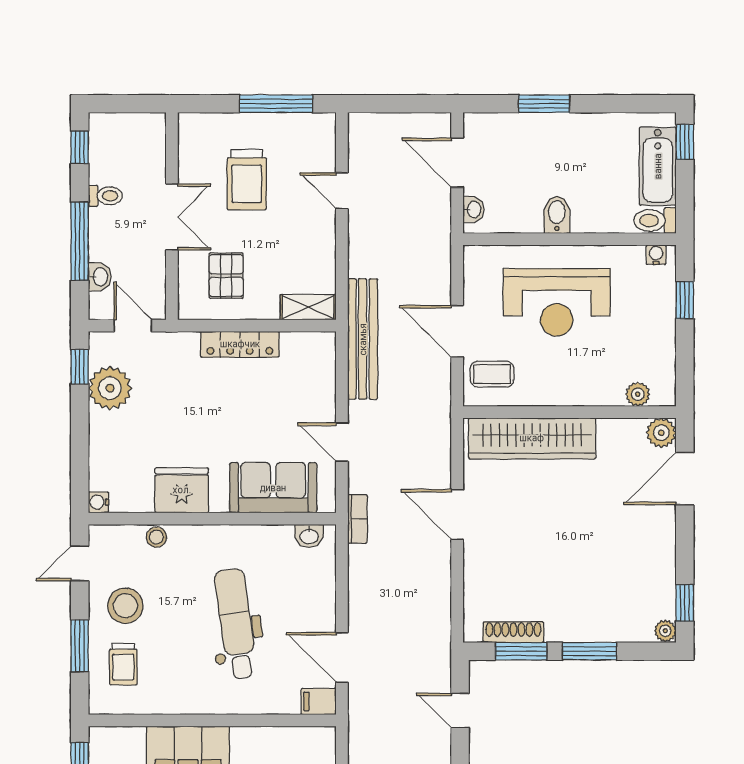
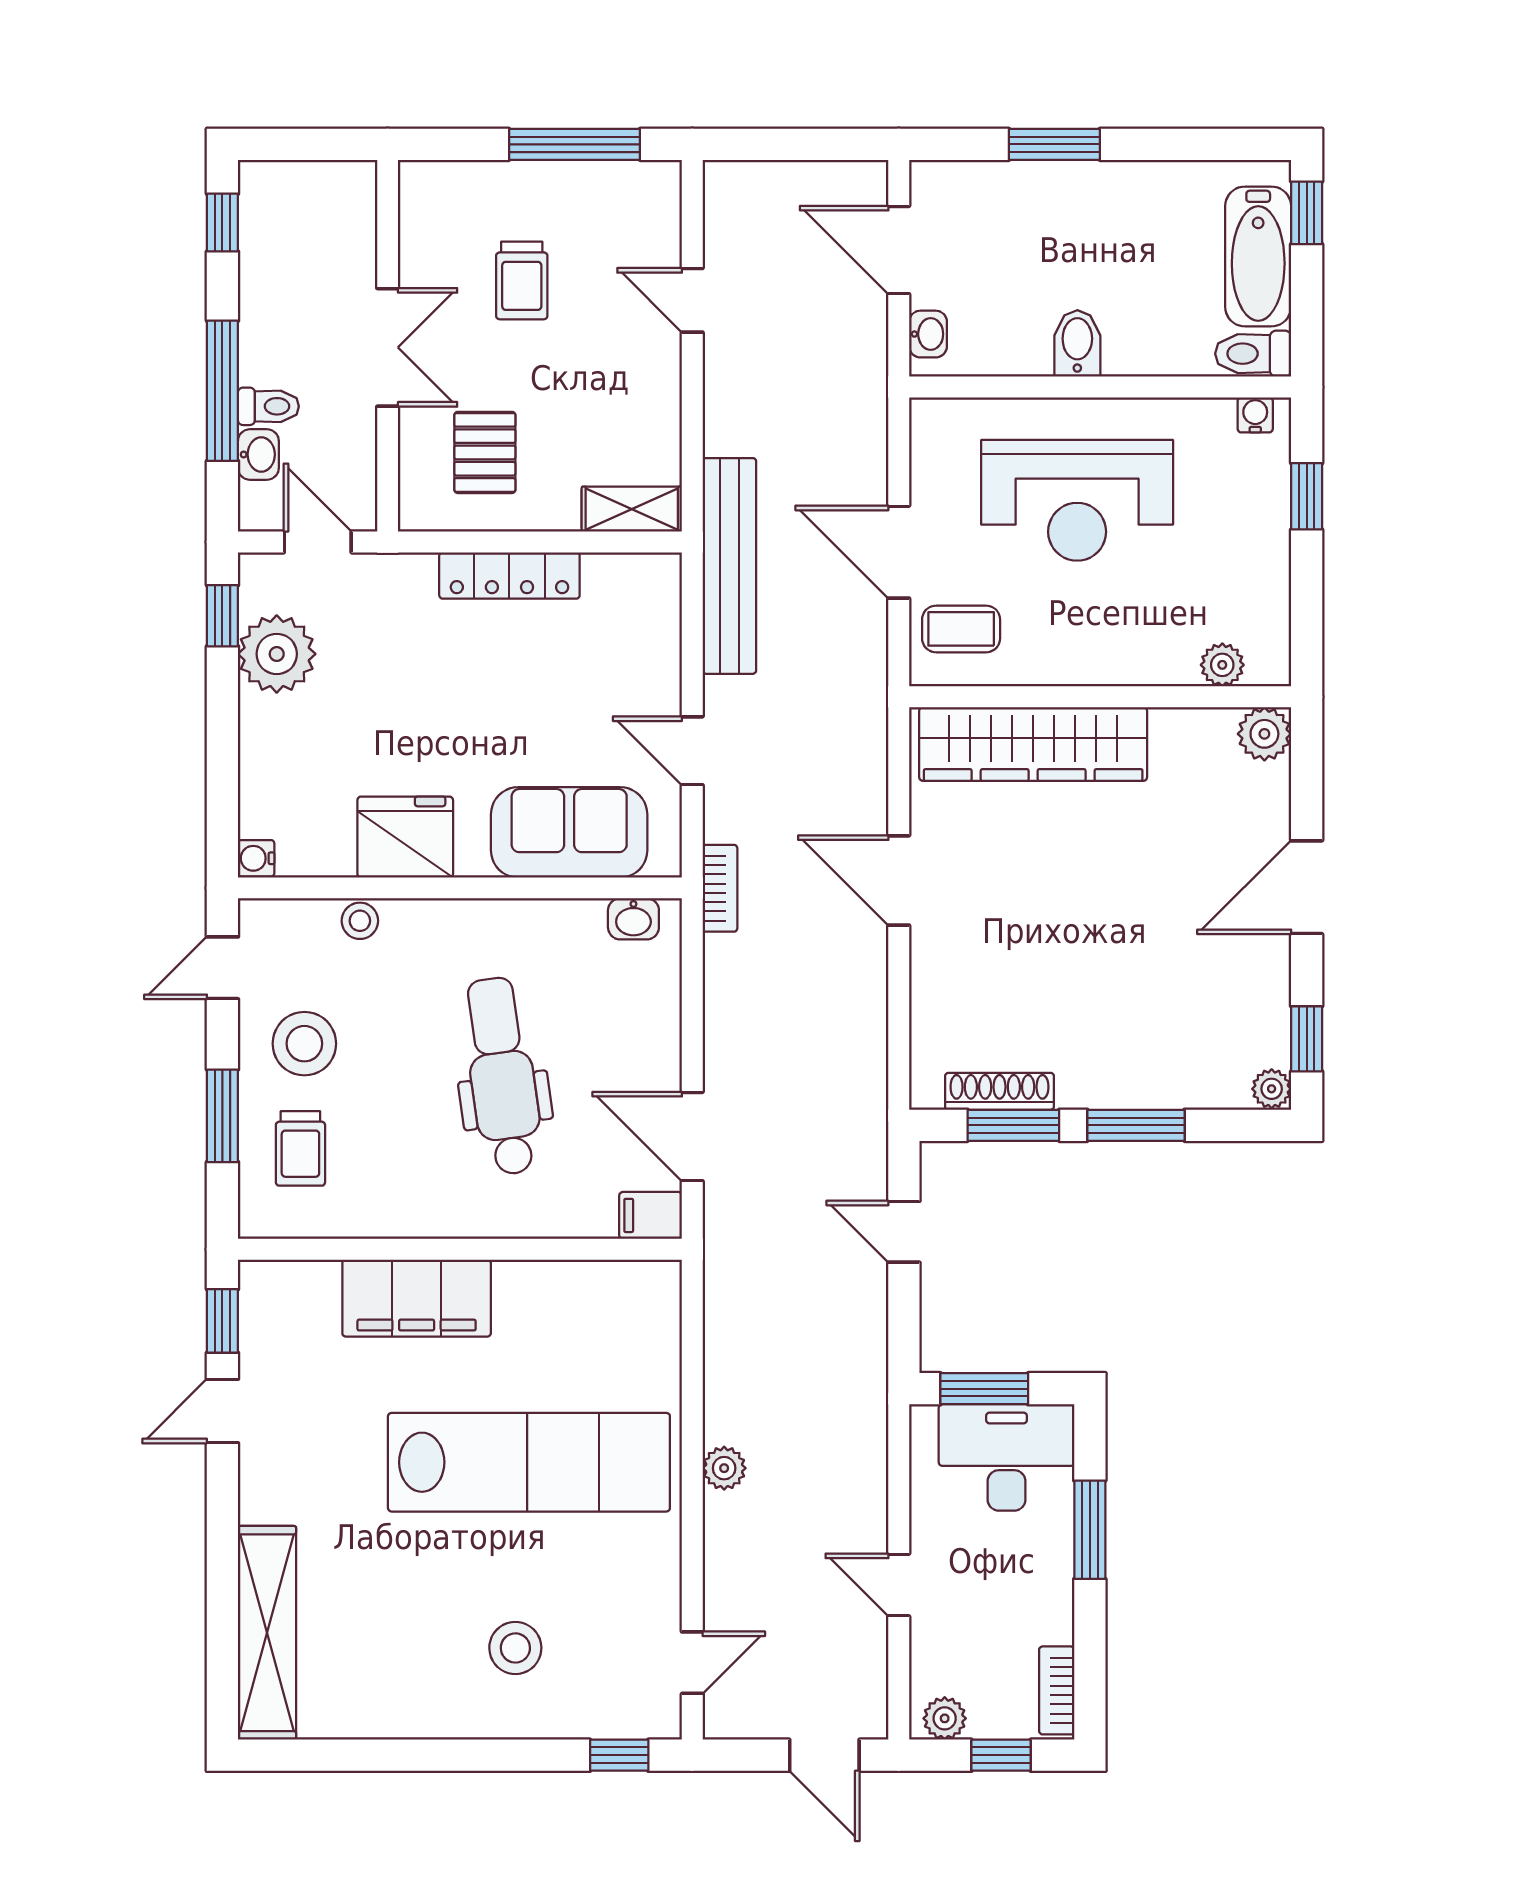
trolley: (247, 180) -> (522, 280), width x0.73, depth x0.72
toilet: (105, 196) -> (268, 406), moved
door: (685, 478) -> (1307, 887), moved

